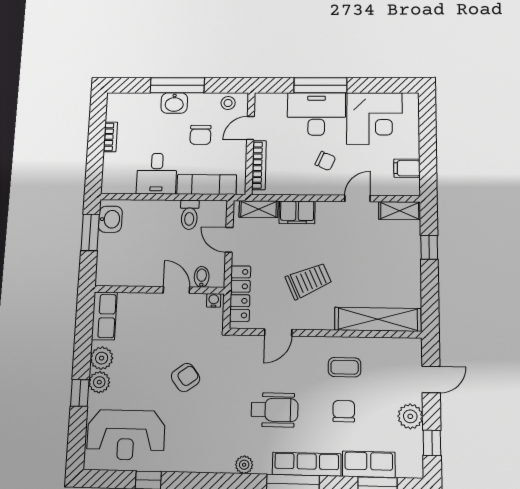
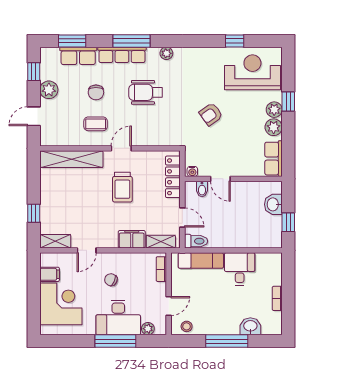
plant: (278, 100) -> (148, 329), added
washbasin: (174, 103) -> (250, 326), moved
corner desk: (374, 118) -> (61, 304), moved, turned 90
chair: (200, 135) -> (207, 300), removed
bookcase: (259, 165) -> (161, 269), width x0.64
toilet: (189, 215) -> (196, 241), moved, turned 90
washbasin: (110, 219) -> (273, 204), moved
window: (90, 232) -> (288, 222), width x0.67
trolley: (309, 281) -> (122, 187), turned -66
door: (278, 332) -> (121, 148), moved

